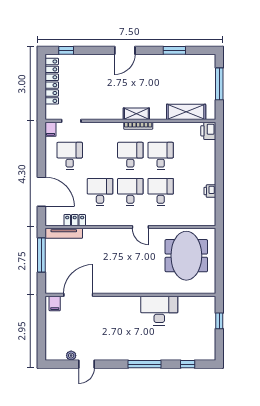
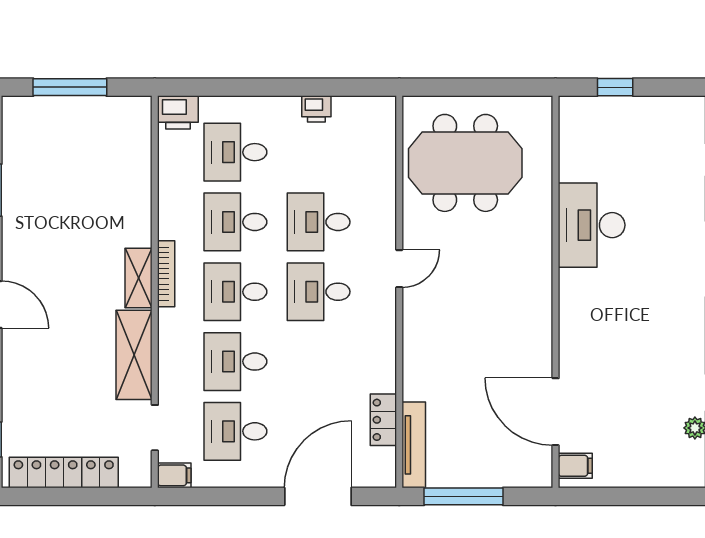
shelving: (186, 112) -> (134, 355), moved
desk: (191, 156) -> (235, 152), added
desk: (100, 192) -> (235, 362), moved

